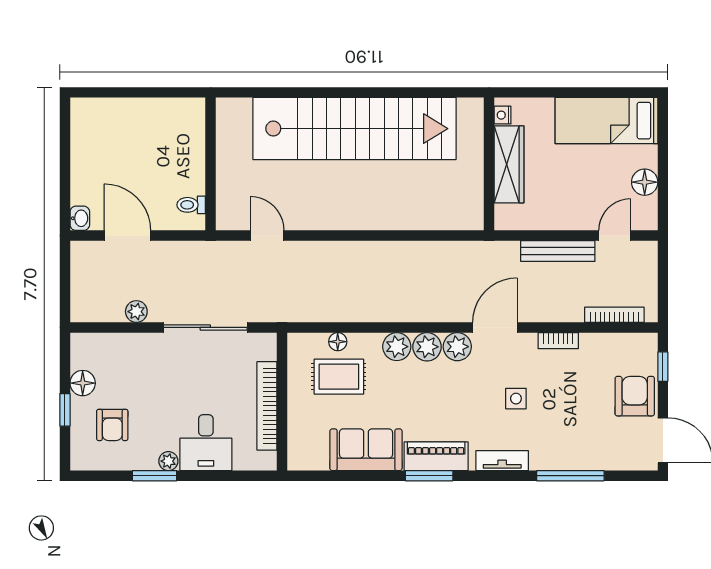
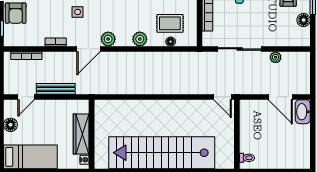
toilet: (191, 205) -> (247, 158), moved
washbasin: (80, 218) -> (303, 112), width x1.91, depth x1.45
door: (267, 235) -> (223, 97), moved
plant: (427, 347) -> (124, 39), removed

